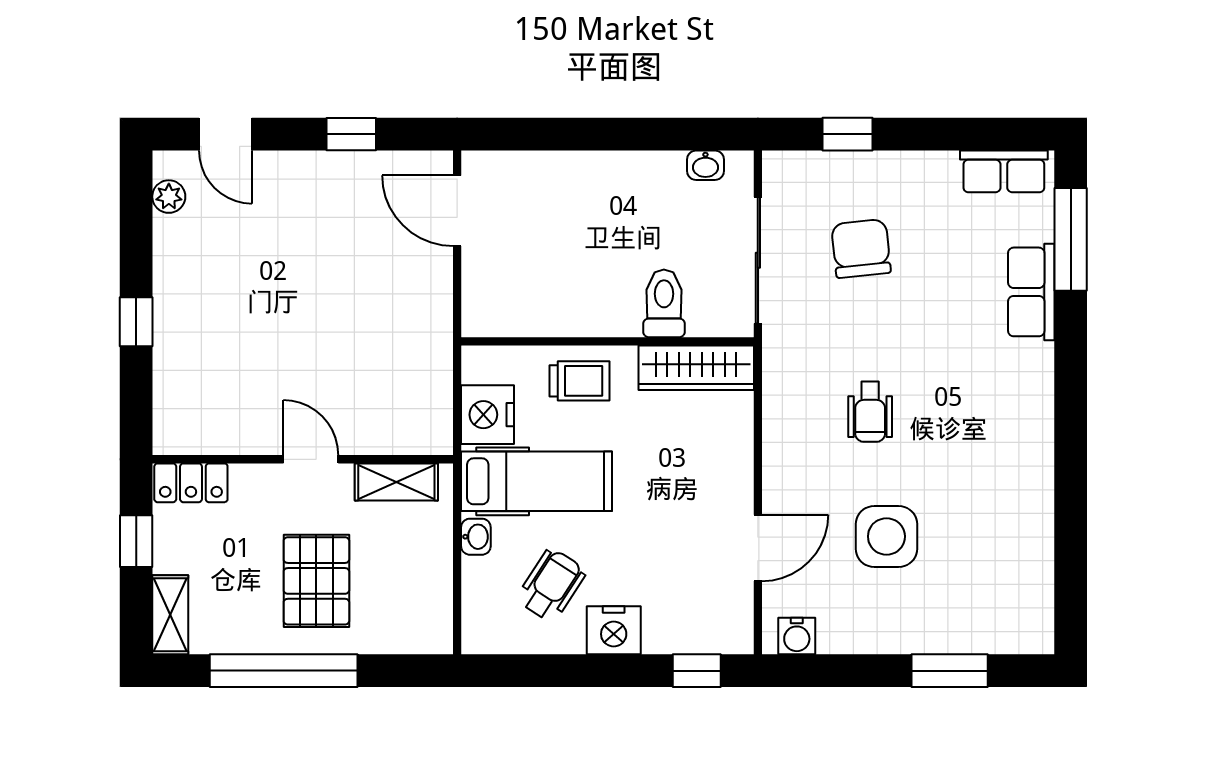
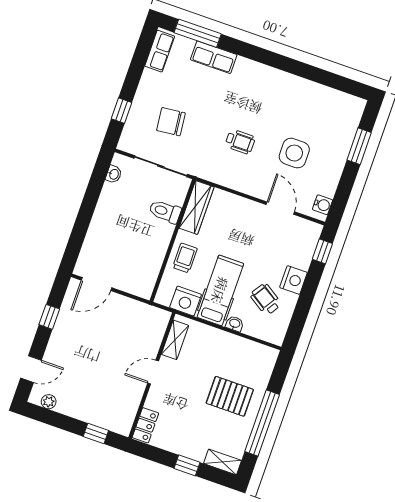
wall: (303, 459) -> (152, 375), moved
door: (311, 459) -> (153, 372), moved
shelving: (396, 482) -> (175, 340), moved
locker: (191, 483) -> (145, 425), moved

